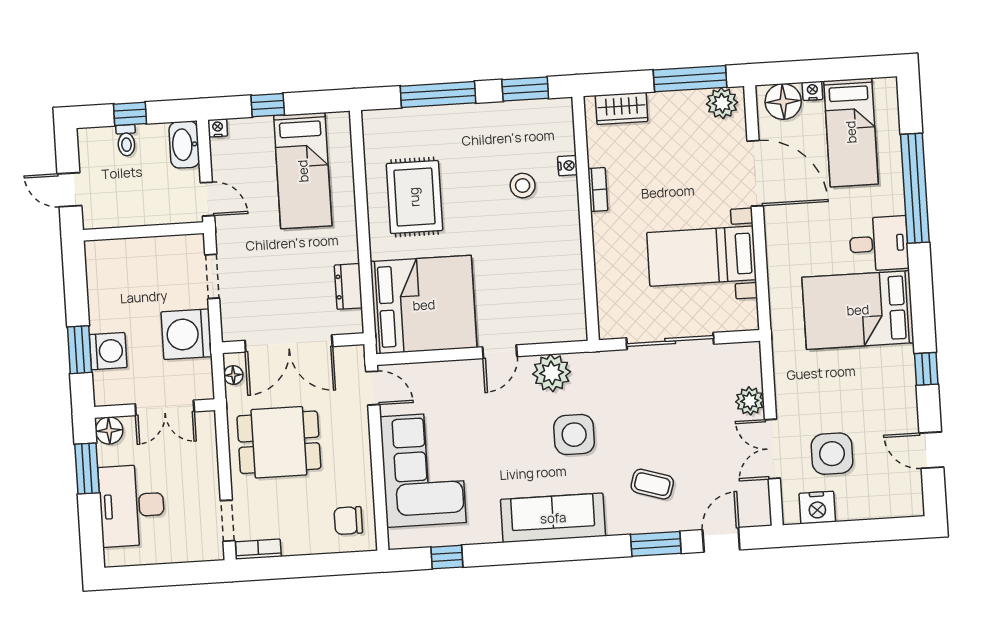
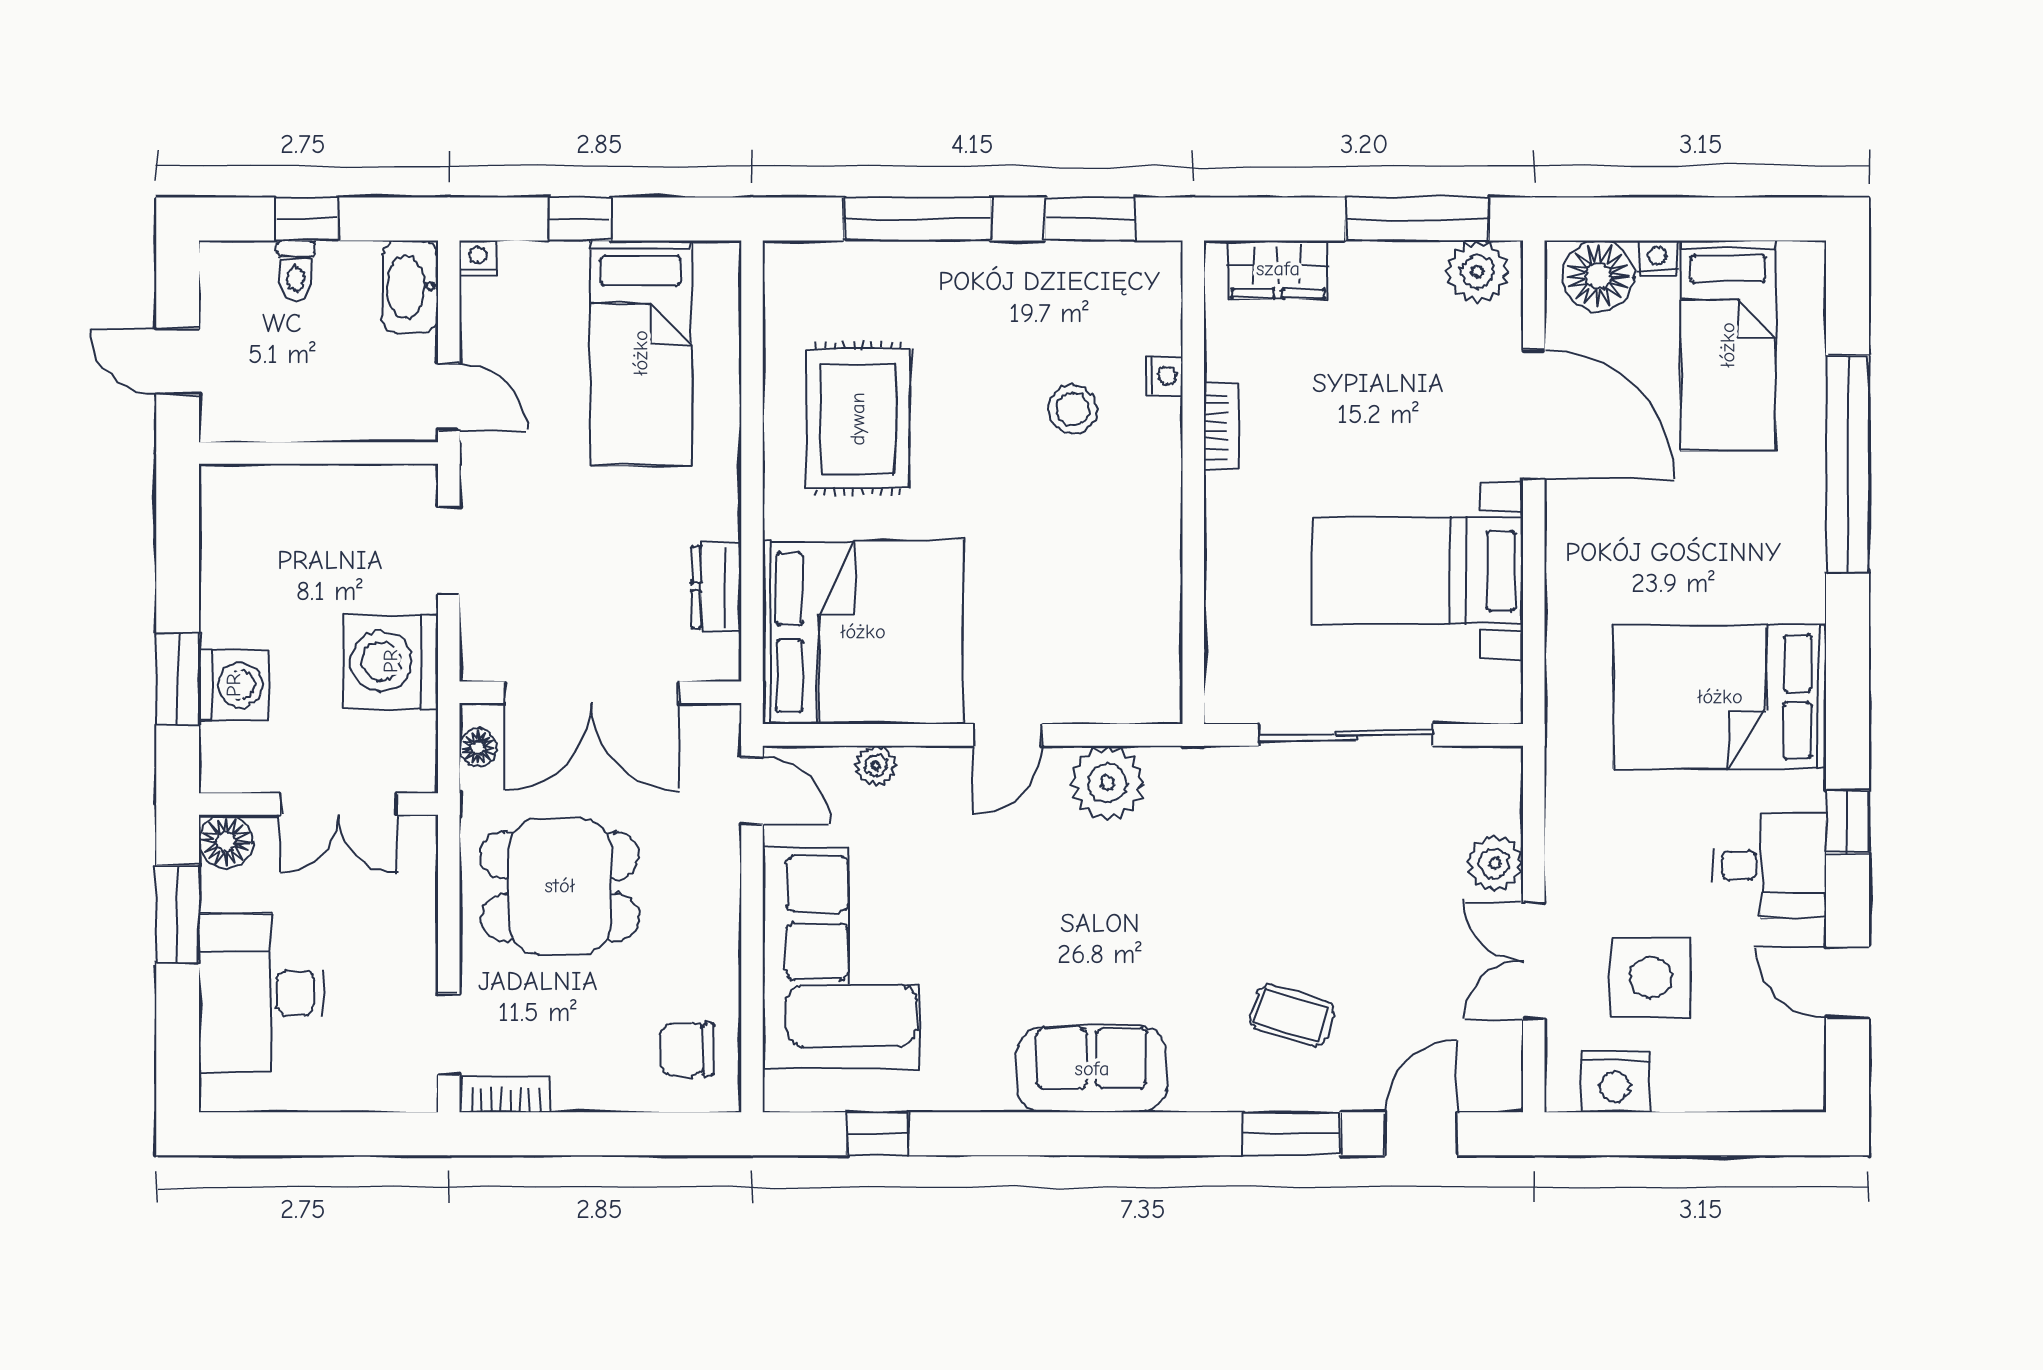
desk: (879, 244) -> (1770, 866), moved
plant: (434, 371) -> (876, 766), added
side table: (574, 435) -> (1144, 908), removed
sofa: (553, 518) -> (1092, 1069), width x0.73

